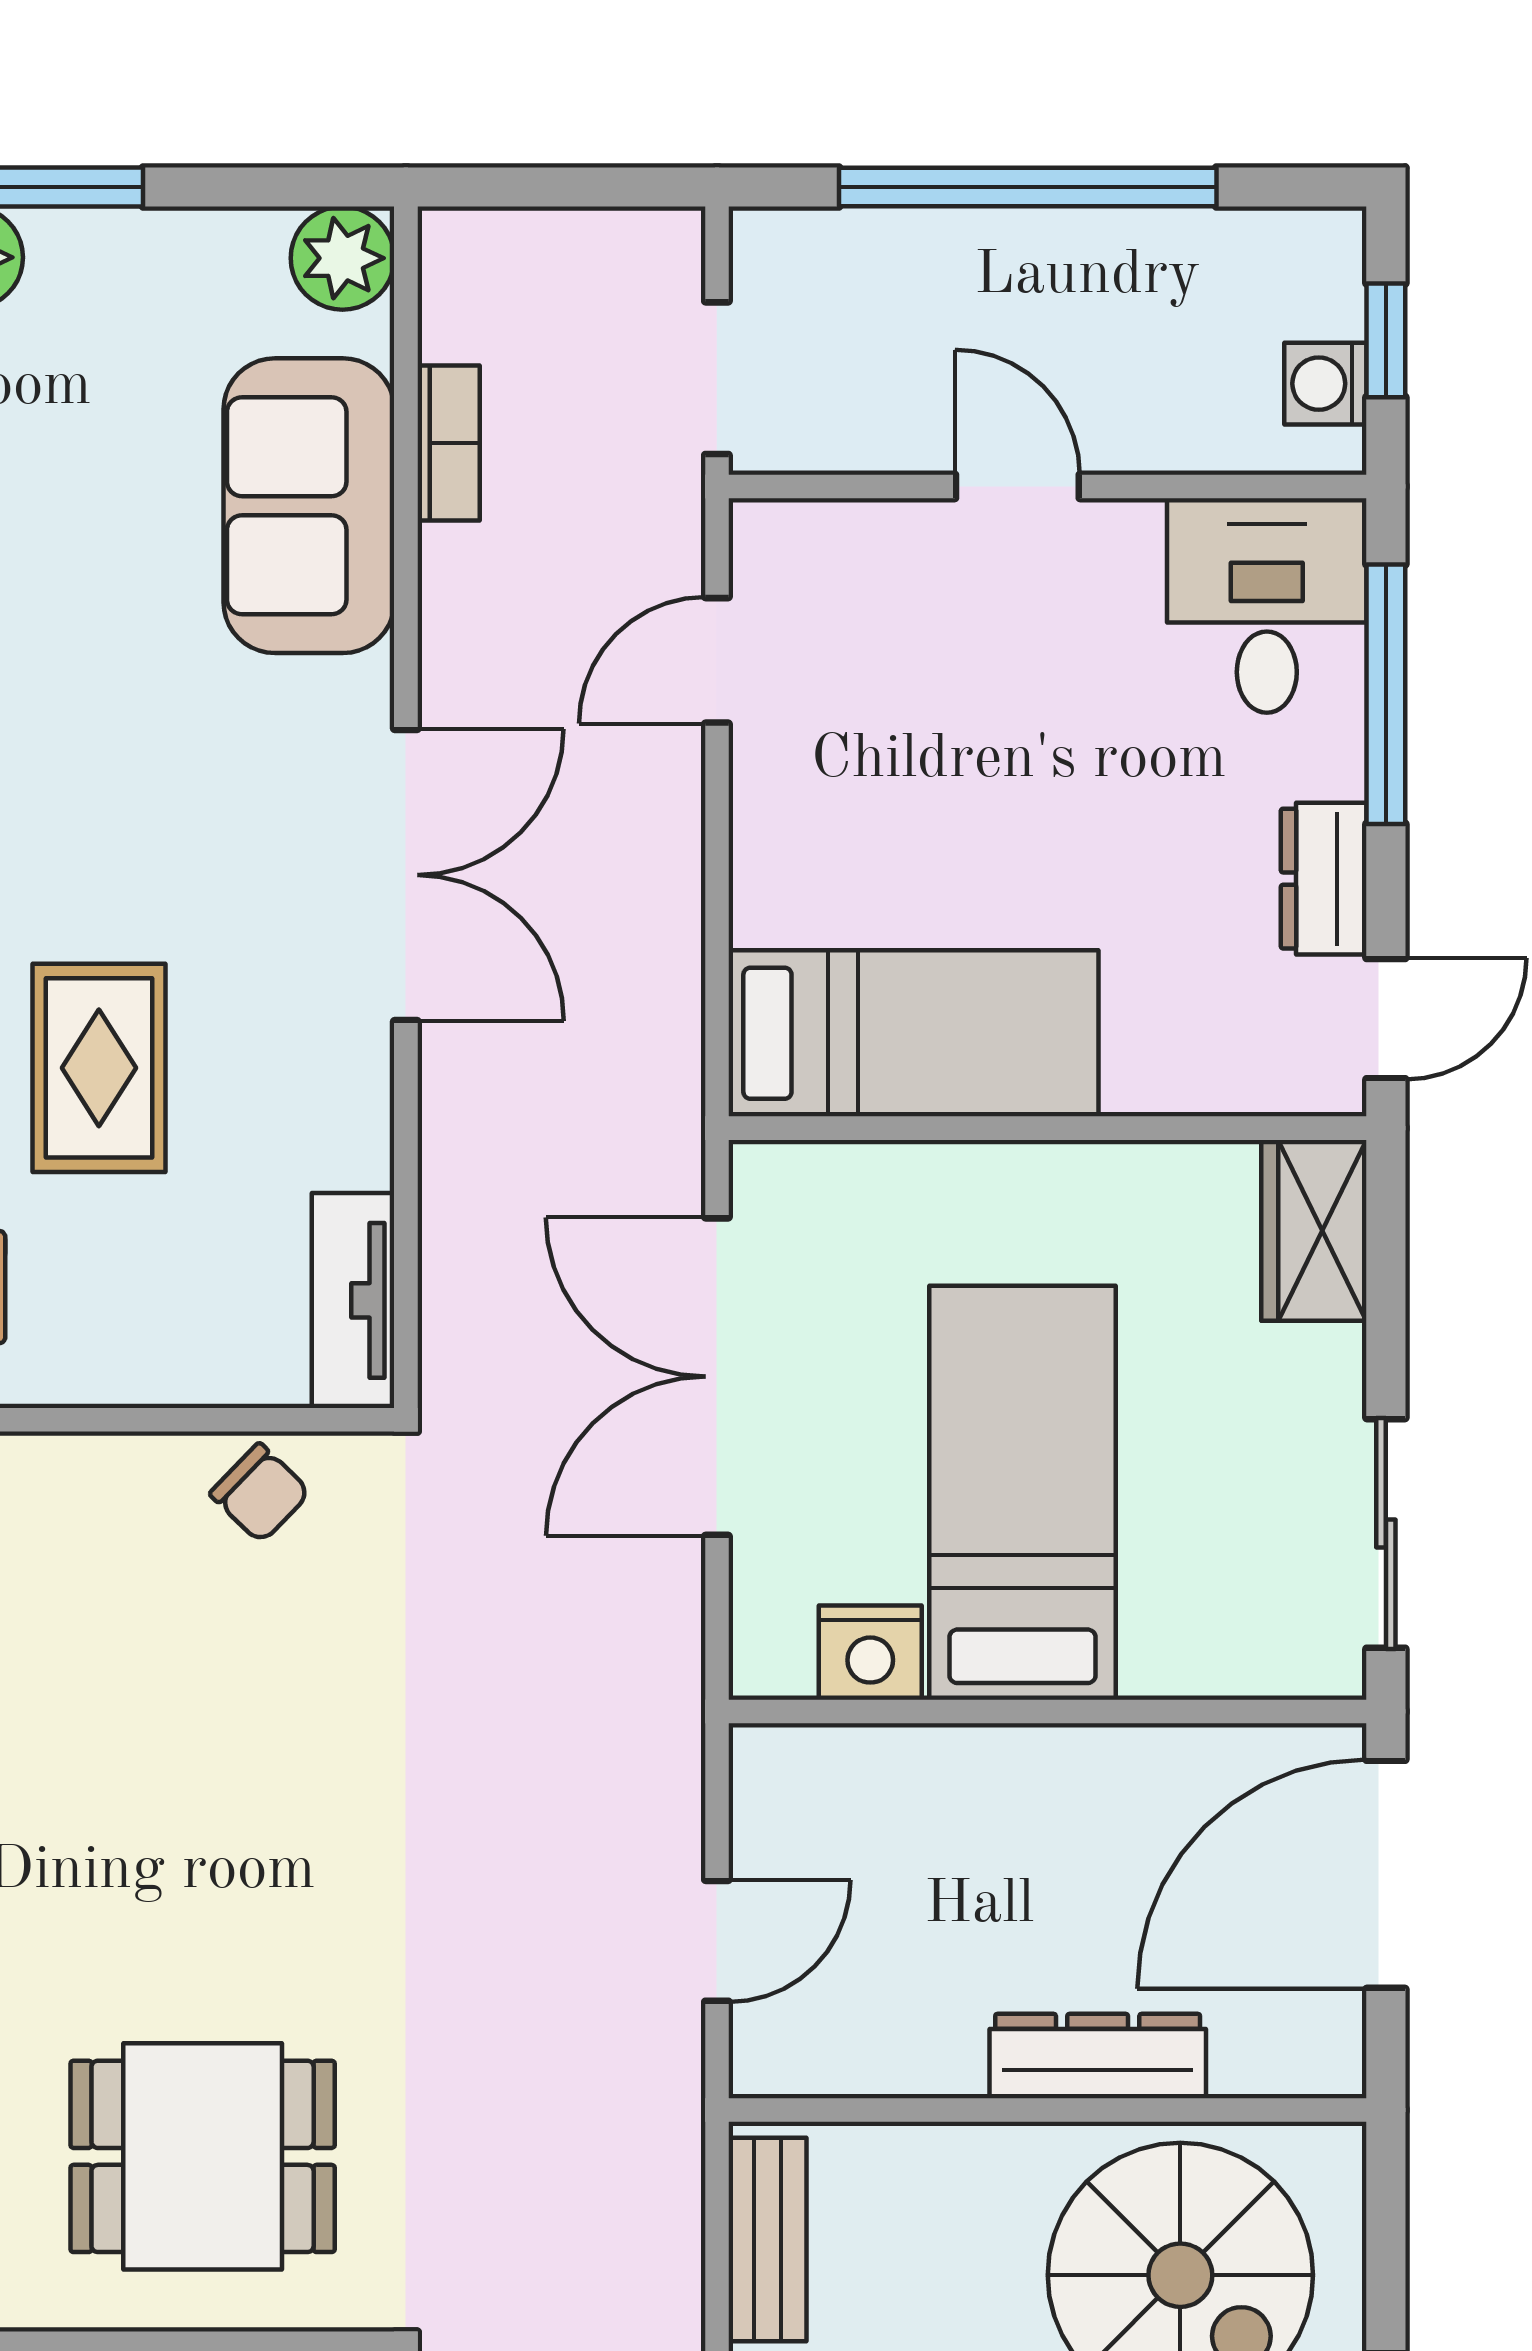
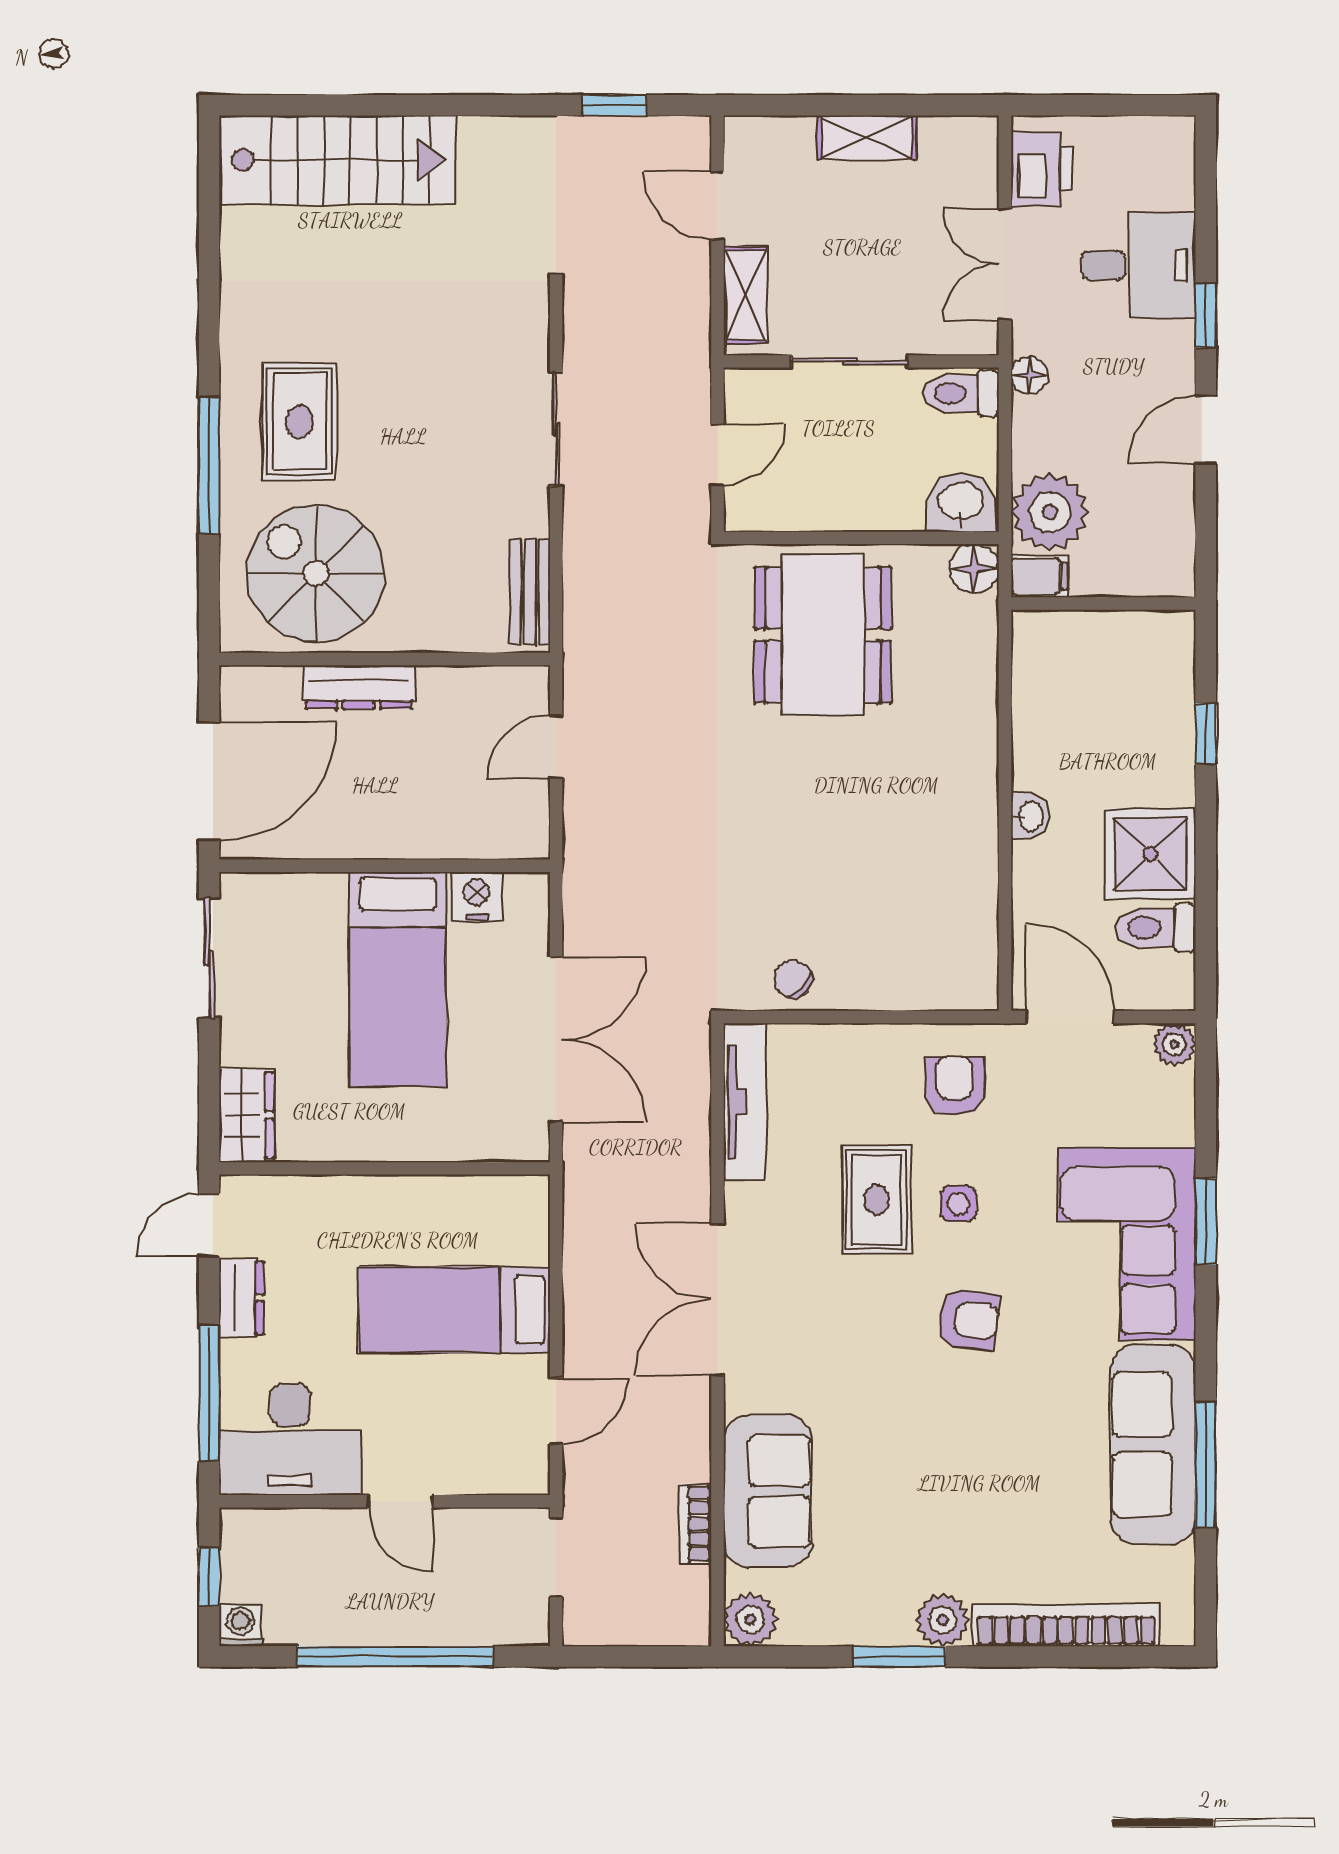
washing machine: (1325, 384) -> (241, 1625), moved, turned -90
desk: (1267, 606) -> (290, 1439), width x1.37
bed: (914, 1033) -> (454, 1310), moved
tv unit: (353, 1300) -> (745, 1102), width x1.41
dining table: (203, 2156) -> (823, 635), width x1.38

